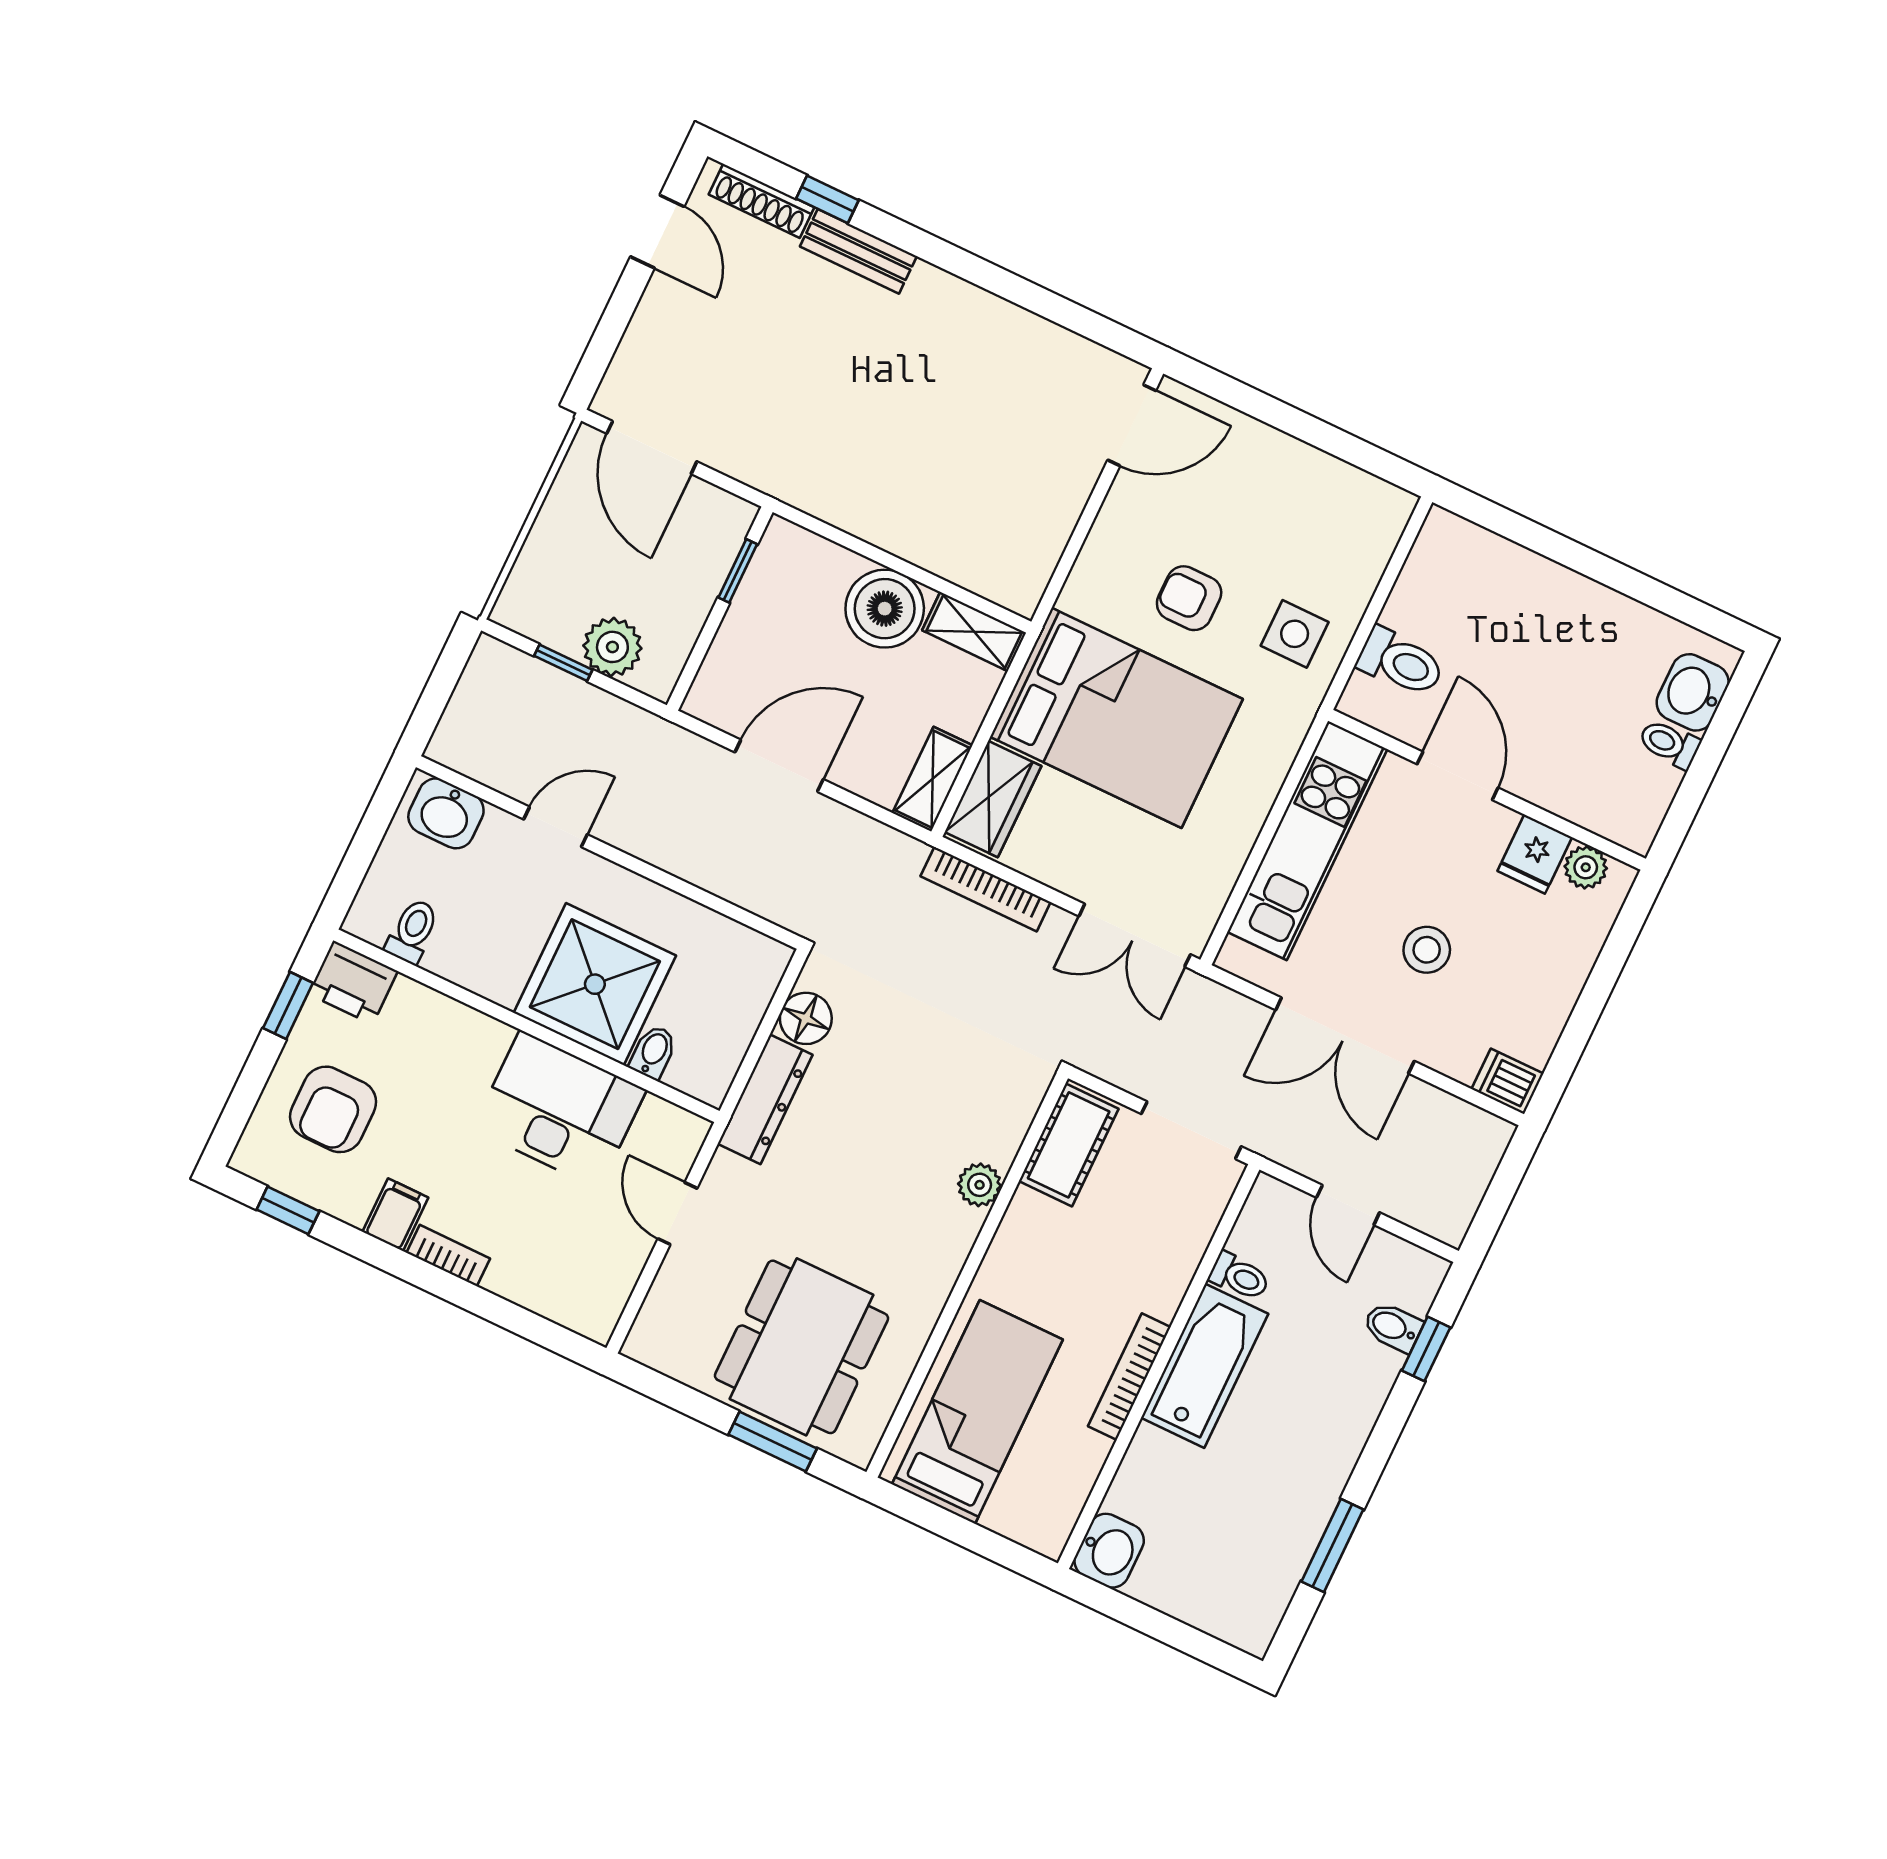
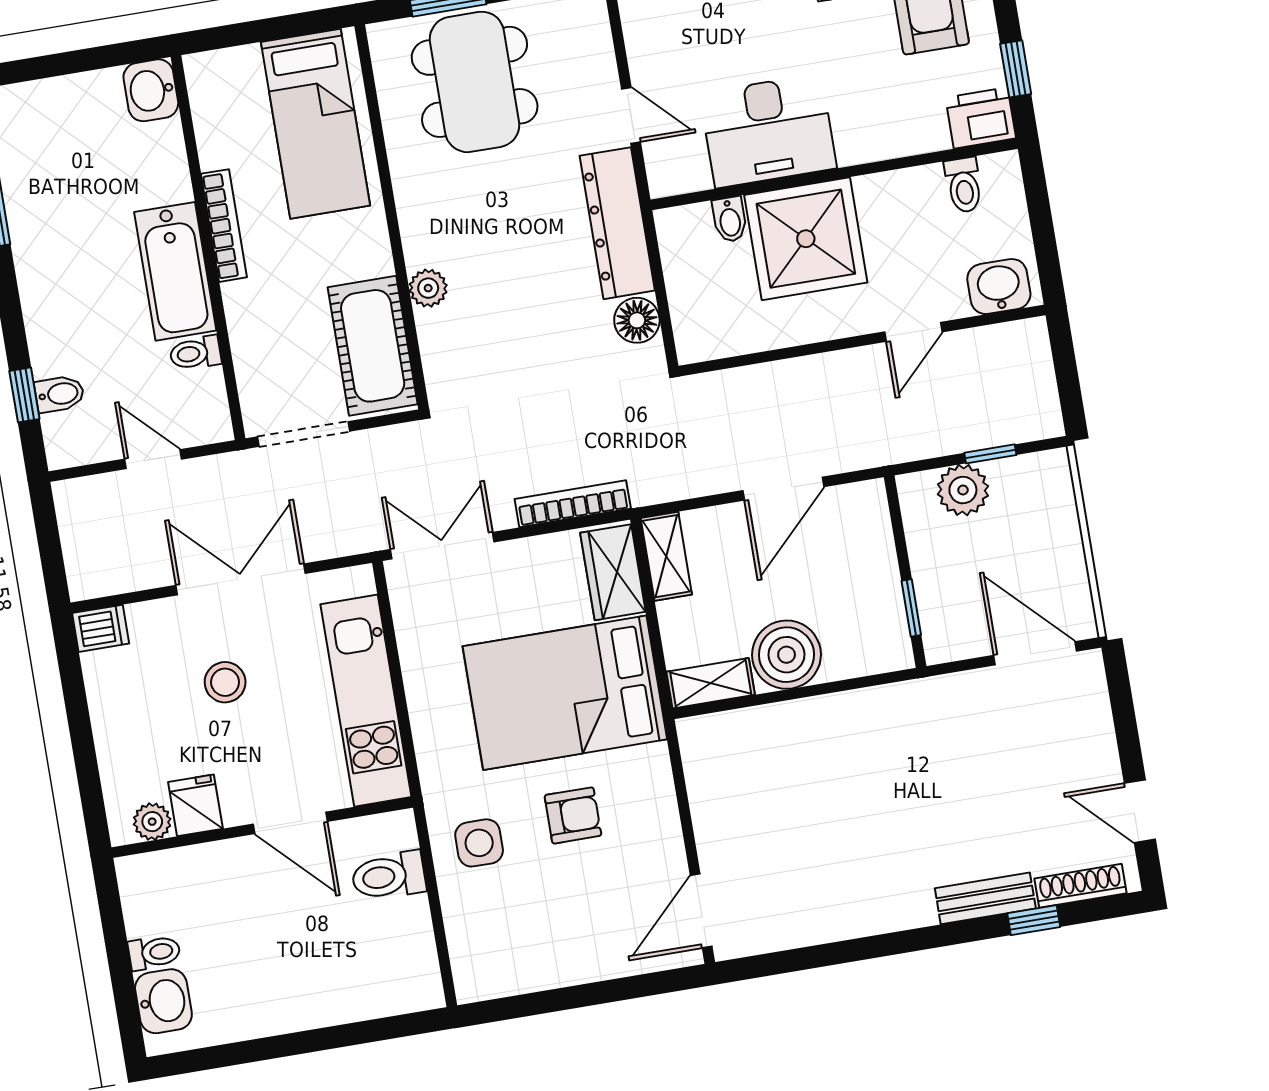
dresser: (765, 1099) -> (617, 223), width x1.37, depth x1.24
cot: (1069, 1145) -> (373, 346), width x1.37, depth x1.34

